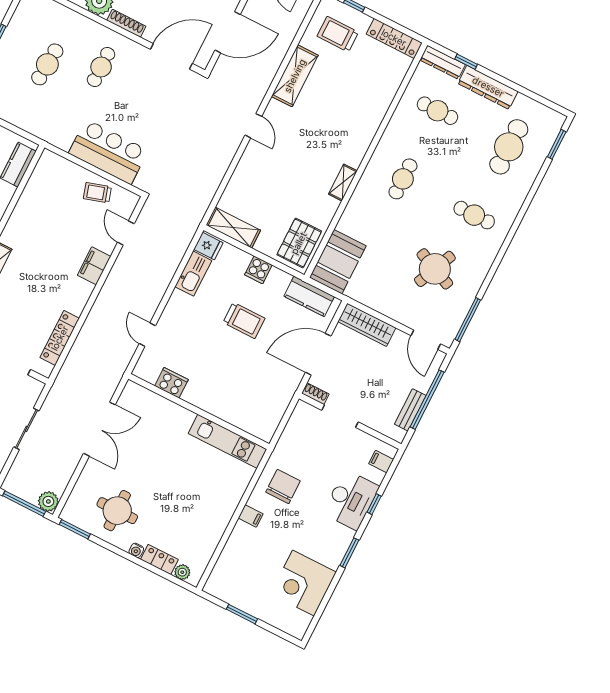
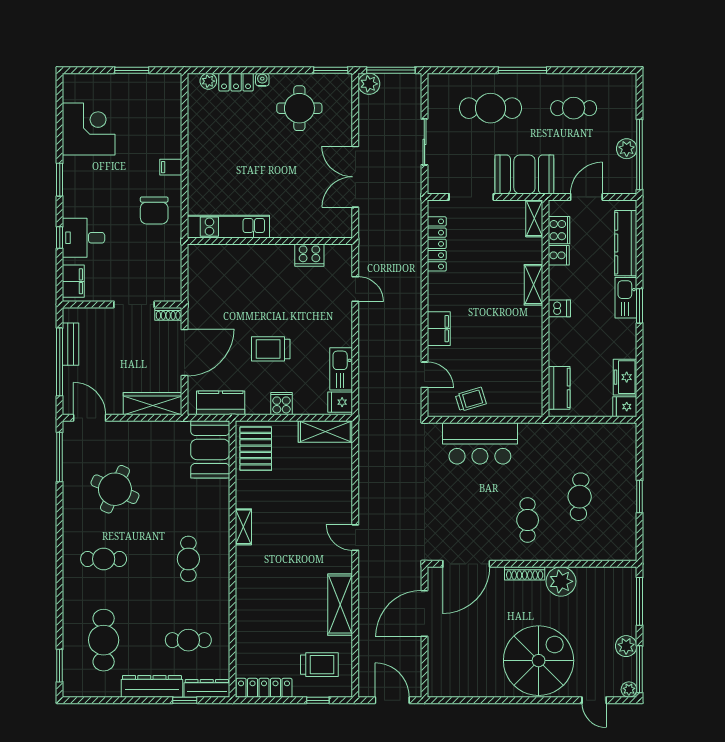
filing cabinet: (381, 462) -> (73, 281), width x2.00
desk: (351, 500) -> (83, 238), width x0.73

